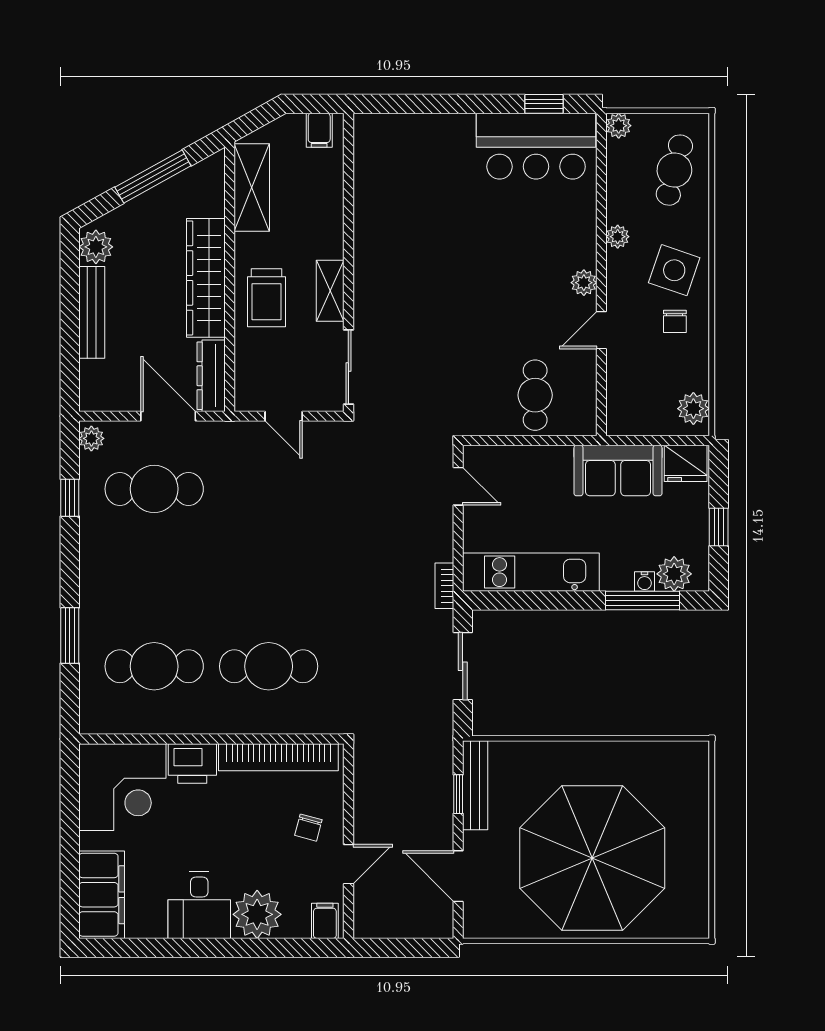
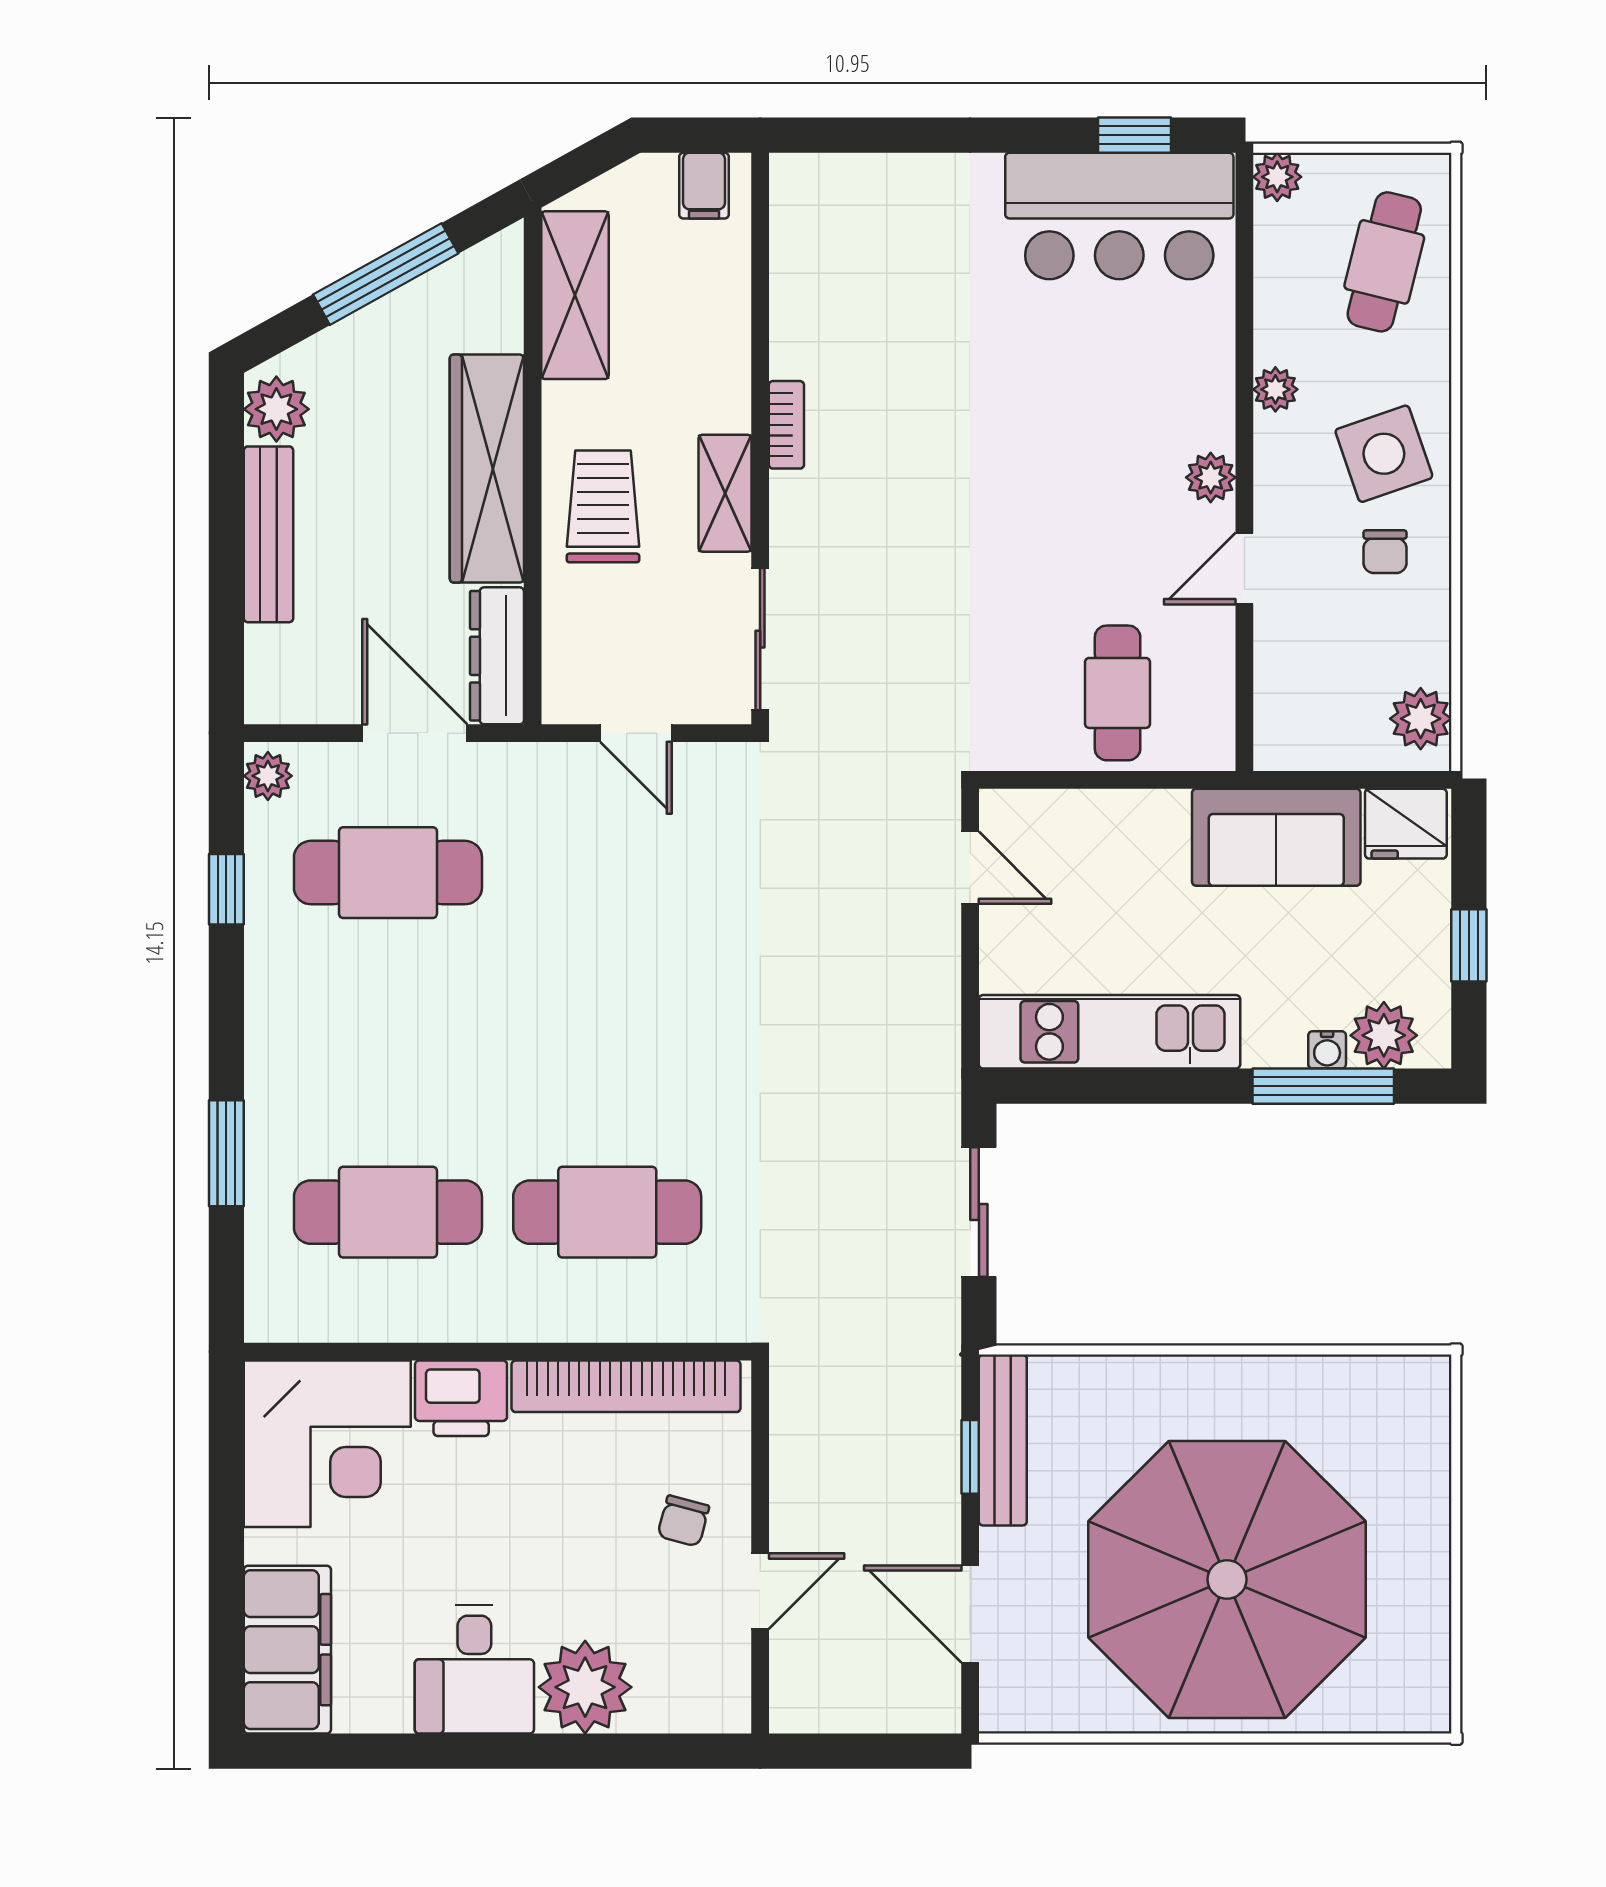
side table: (674, 270) -> (1384, 454), turned -38
trolley: (266, 298) -> (603, 506), turned 180
bookcase: (444, 586) -> (786, 425), moved, turned 180
filing cabinet: (325, 921) -> (715, 1700), removed

